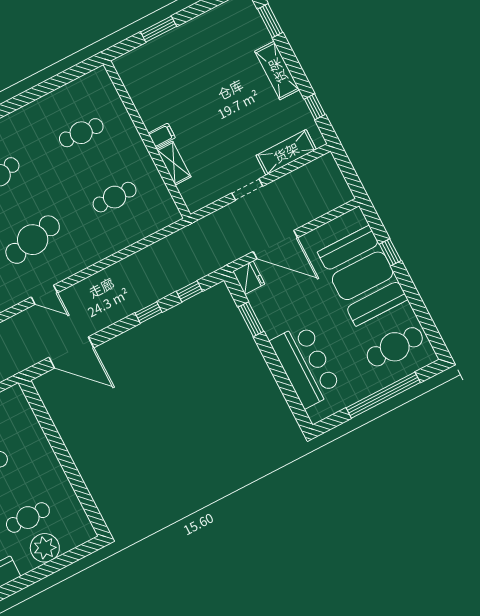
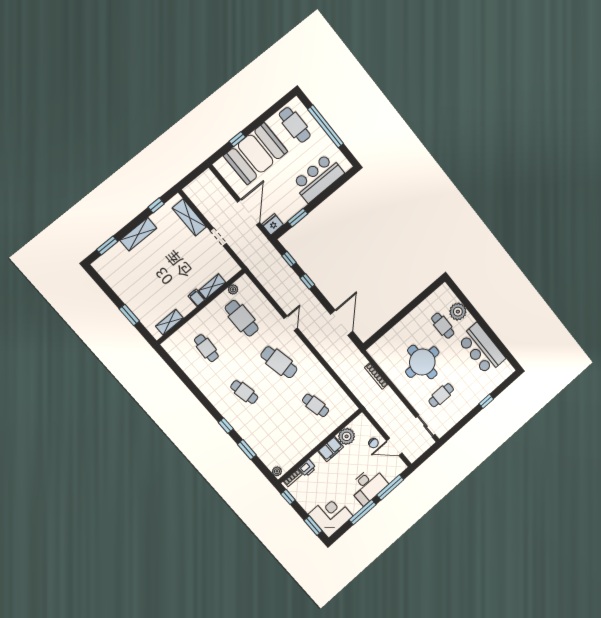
shelving: (134, 86) -> (169, 322), added
plant: (162, 194) -> (233, 289), added
cafe table: (115, 197) -> (242, 318), width x1.37, depth x1.35
door: (44, 295) -> (291, 323), moved

